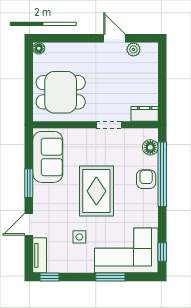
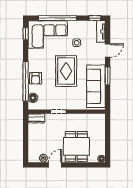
door: (114, 38) -> (55, 165), swing flipped
dining table: (61, 92) -> (76, 146), moved, turned 90
sofa: (48, 157) -> (96, 86), width x1.36
window: (110, 277) -> (57, 18), width x2.11

